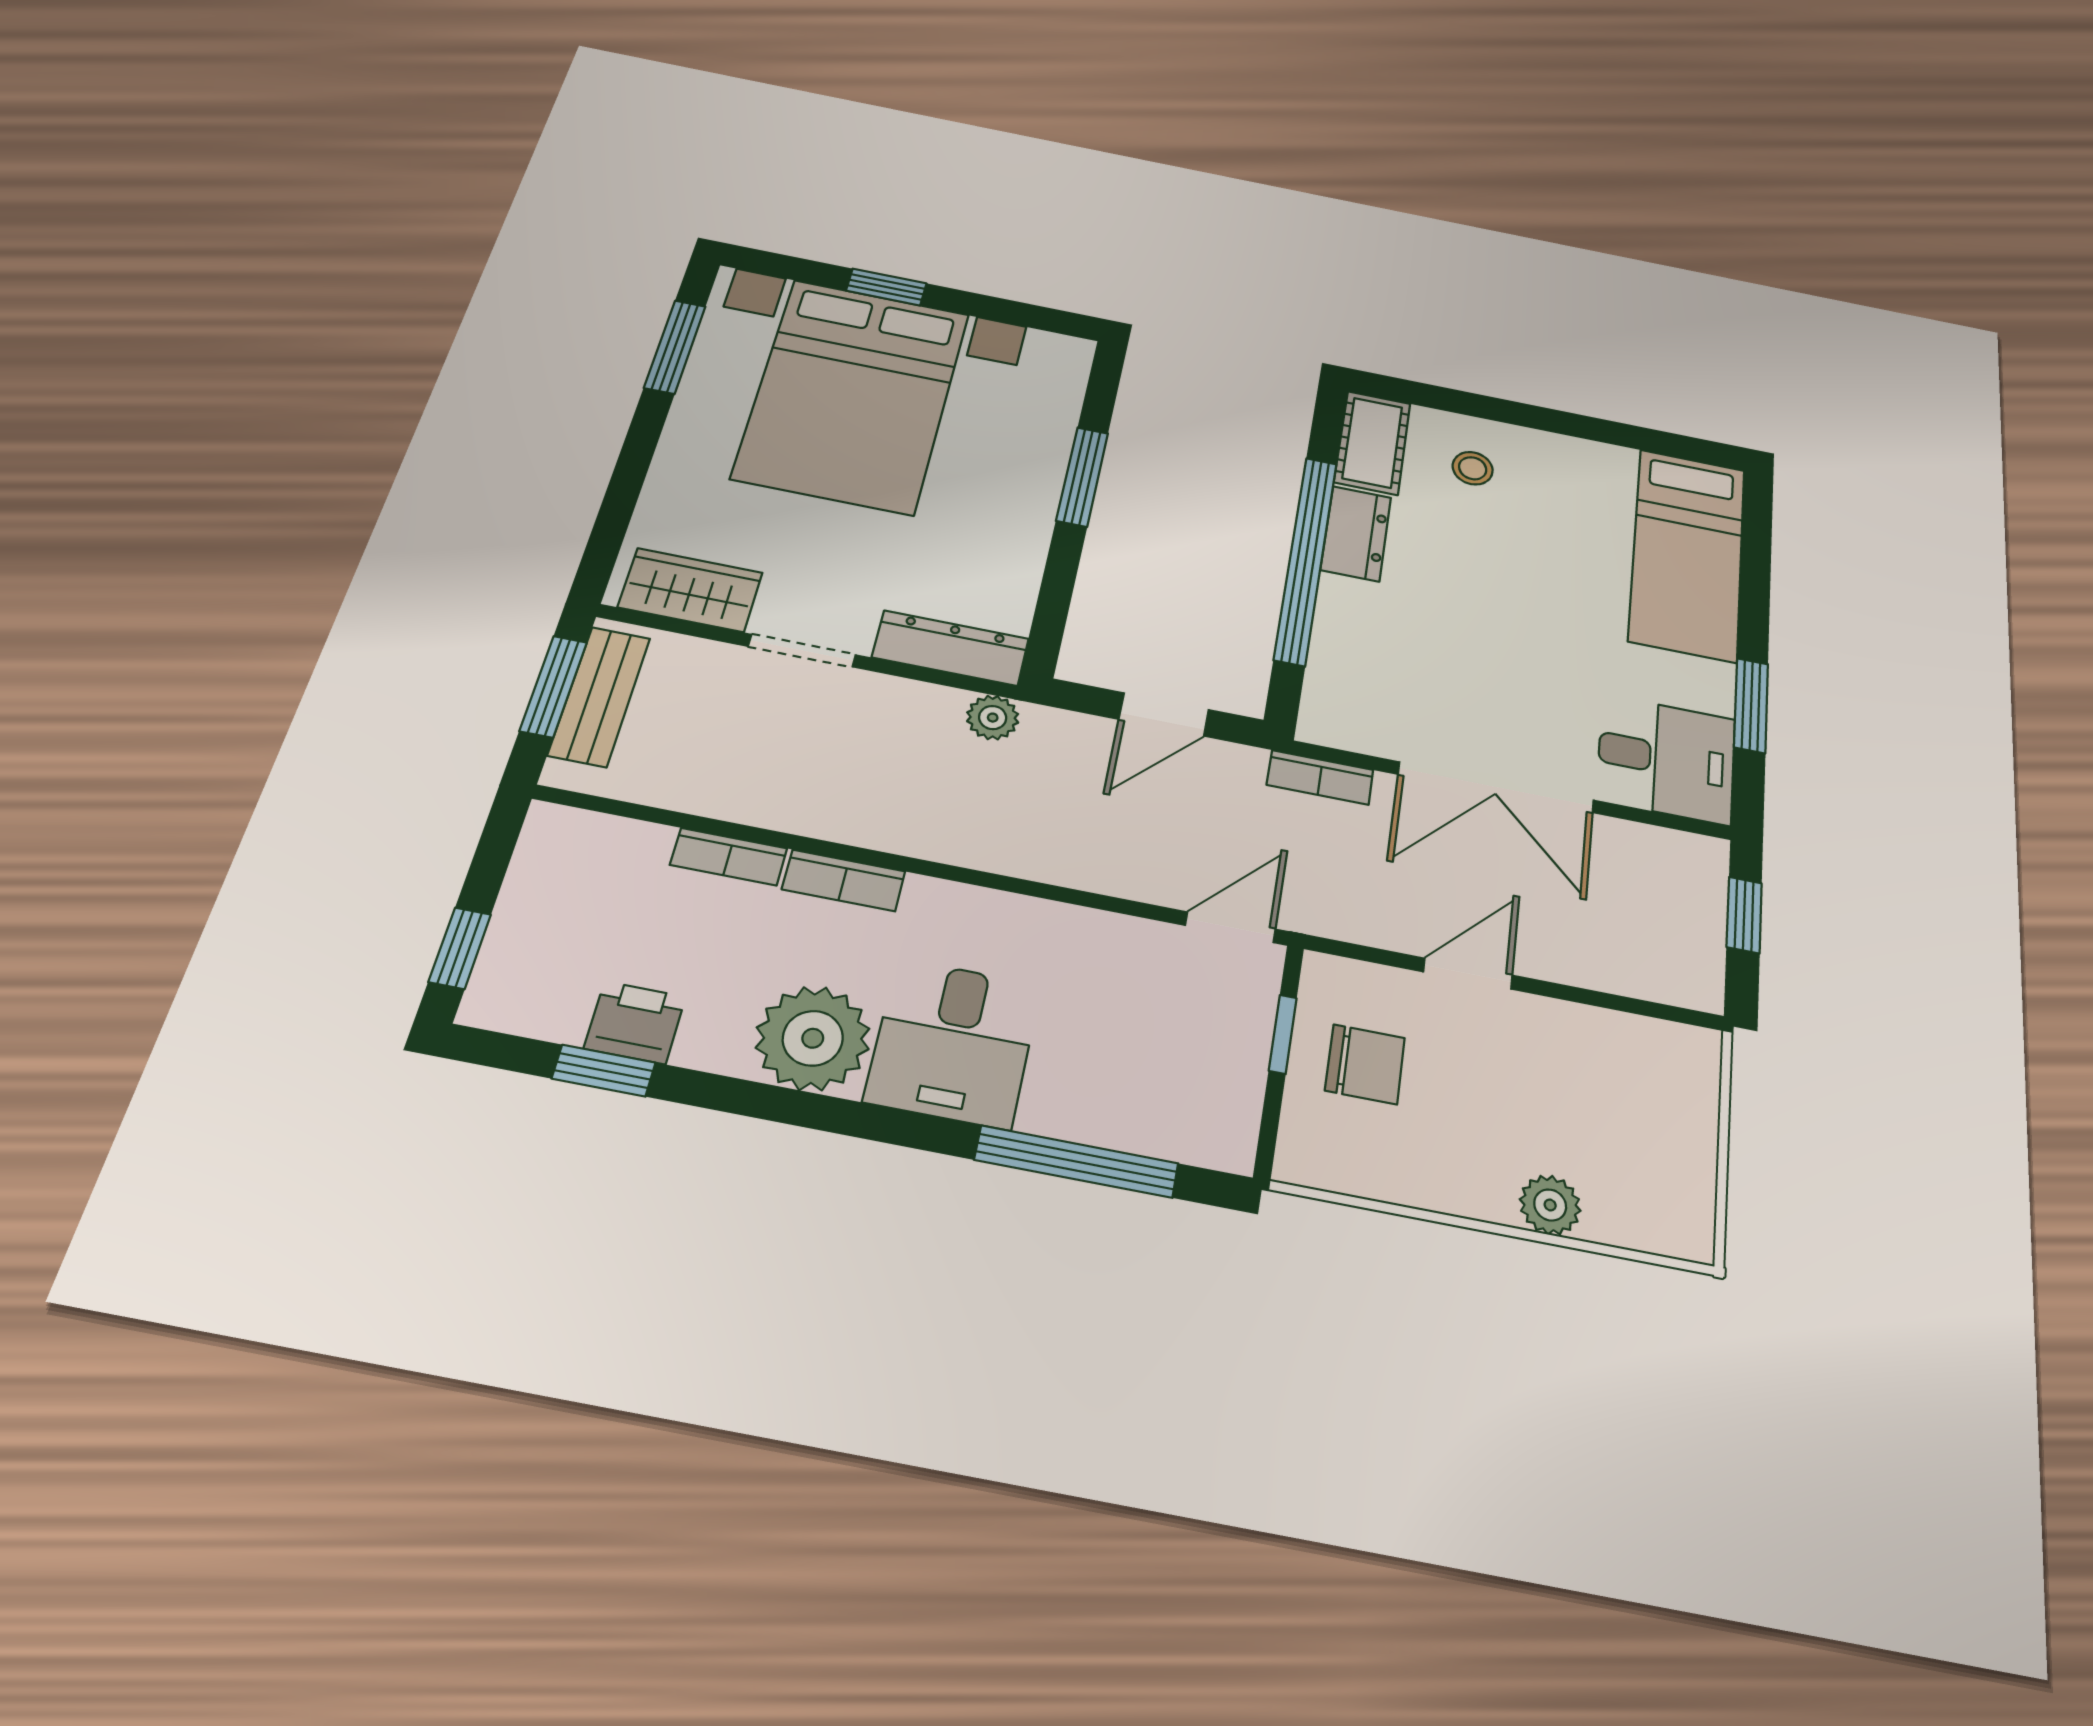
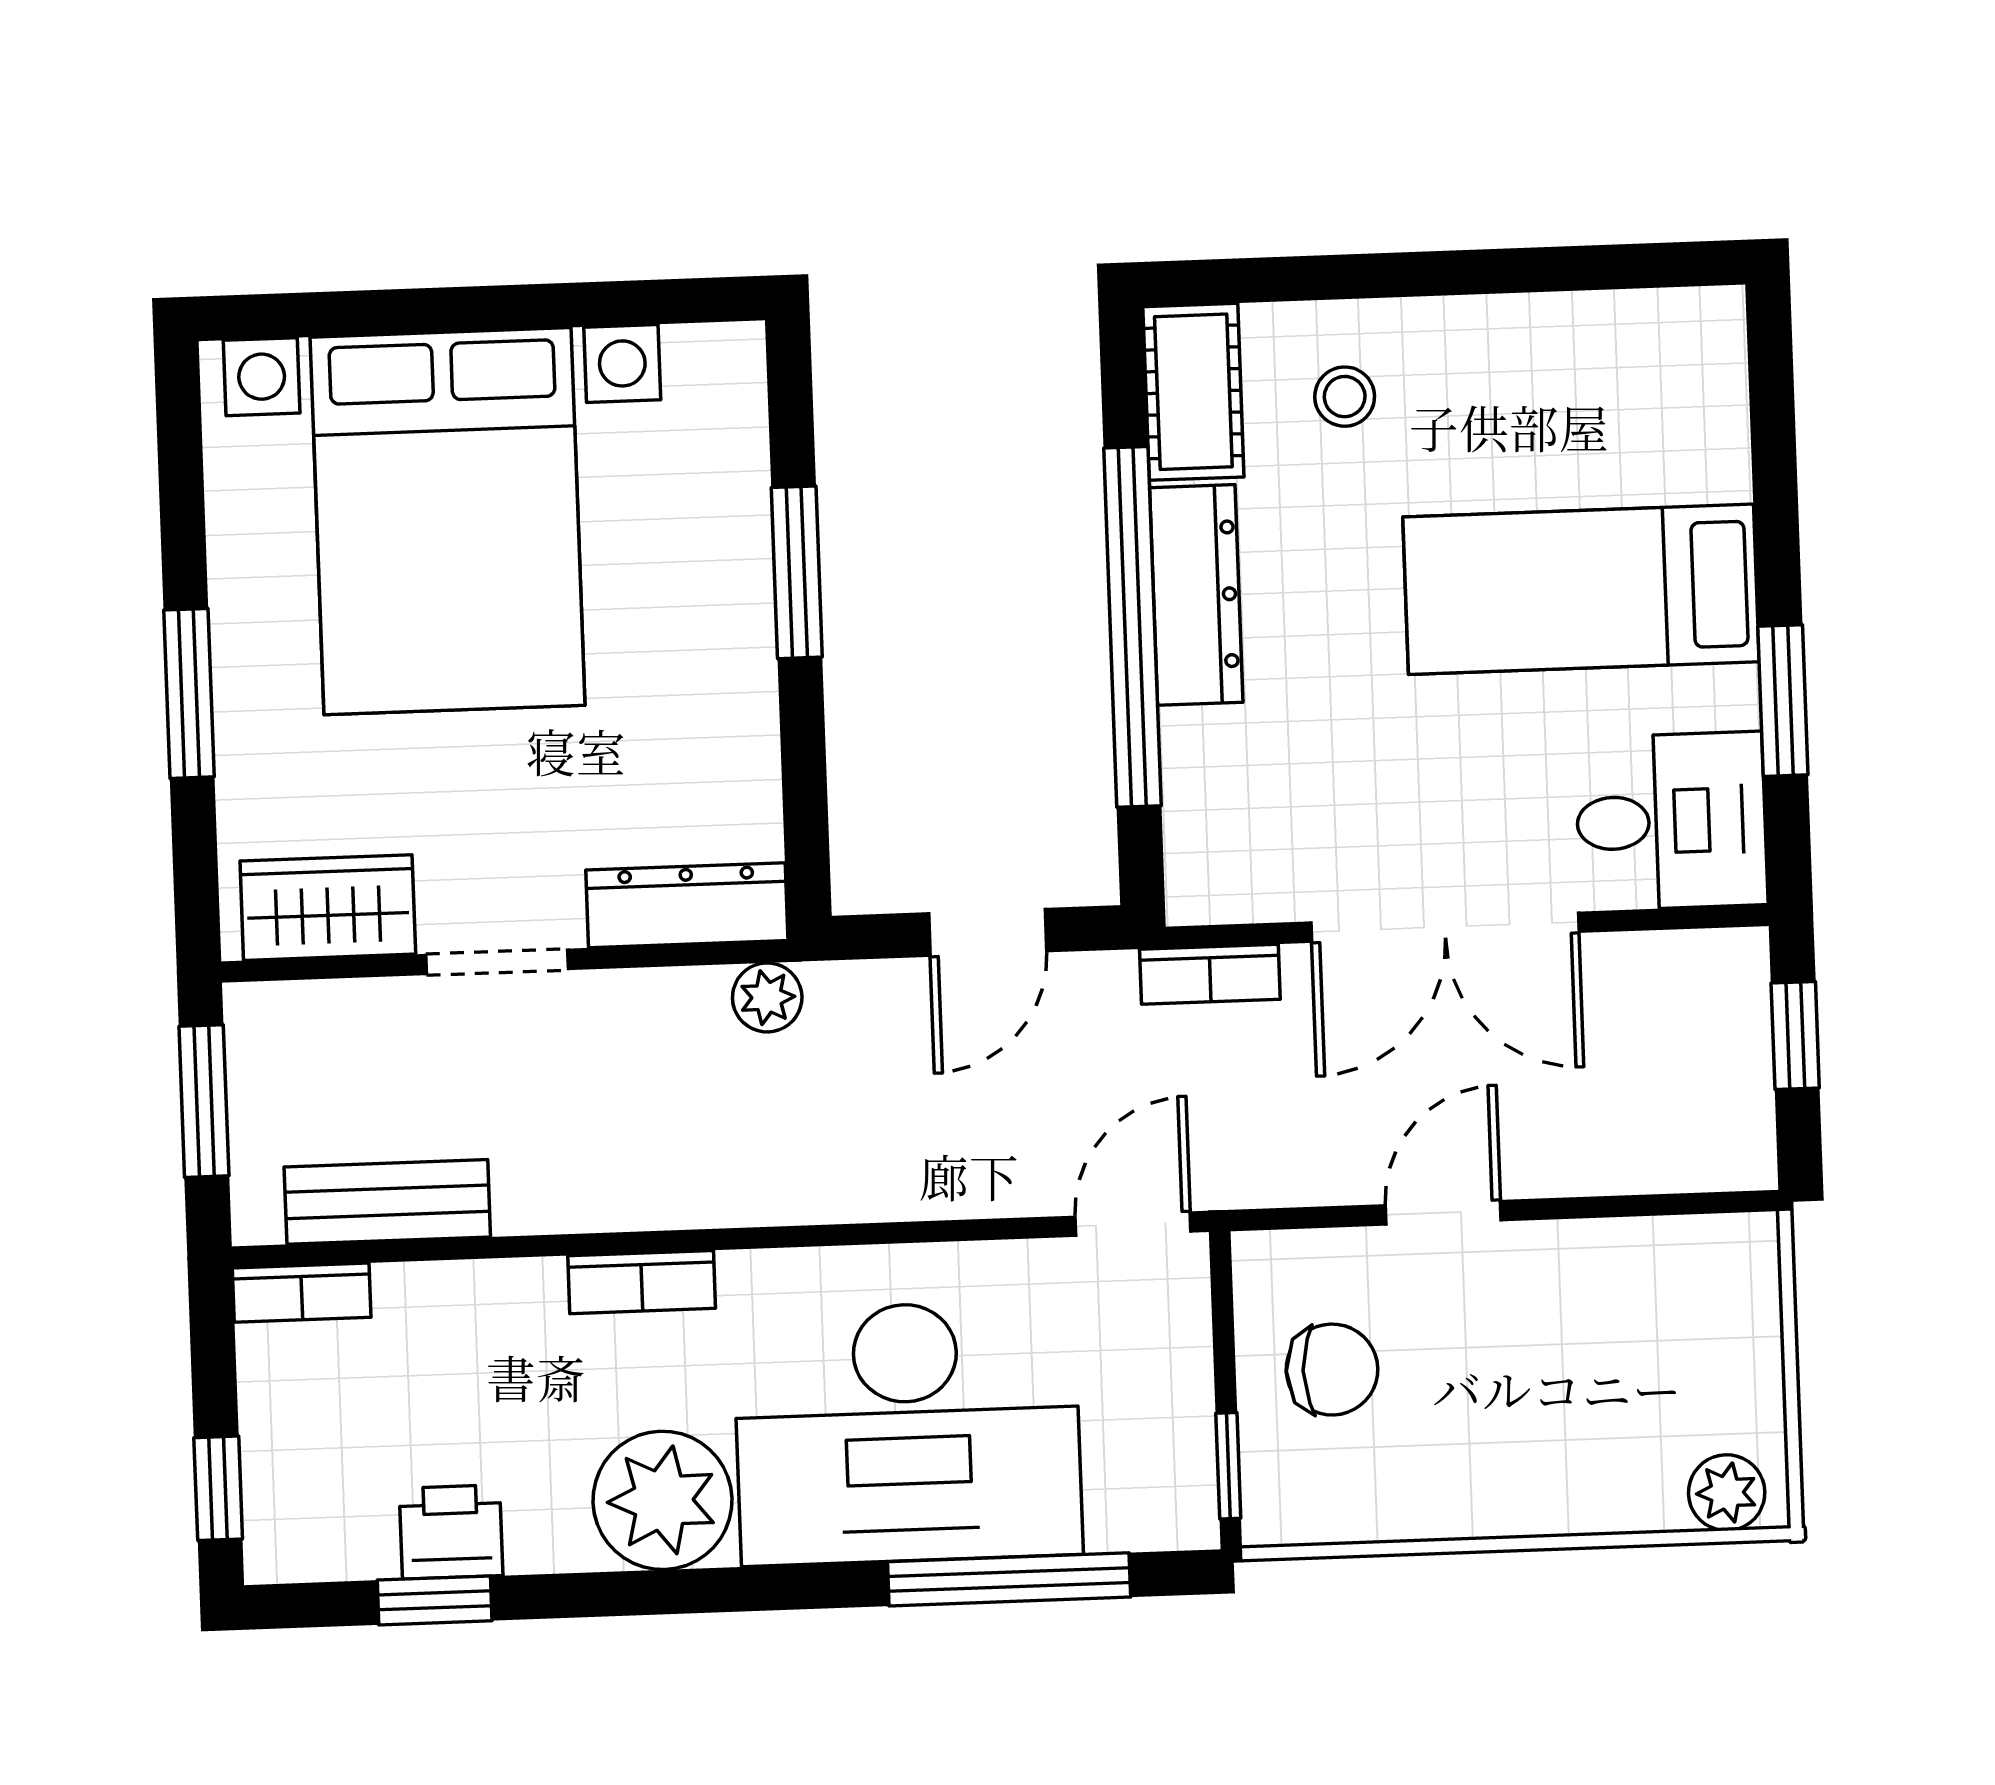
window: (886, 287) -> (442, 310), removed
window: (675, 347) -> (189, 693), moved
dresser: (1356, 534) -> (1196, 595), width x1.44
bed: (1688, 554) -> (1581, 589), moved, turned 90
bench: (599, 696) -> (387, 1202), moved, turned 90
bookcase: (729, 857) -> (302, 1293), moved
window: (1283, 1034) -> (1228, 1466), moved
desk: (953, 1043) -> (908, 1433), width x1.87, depth x1.30
plant: (1550, 1205) -> (1727, 1493), moved

